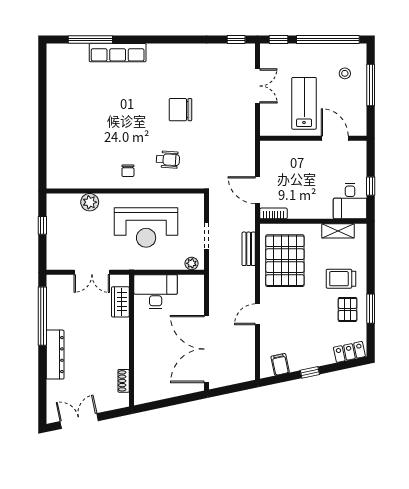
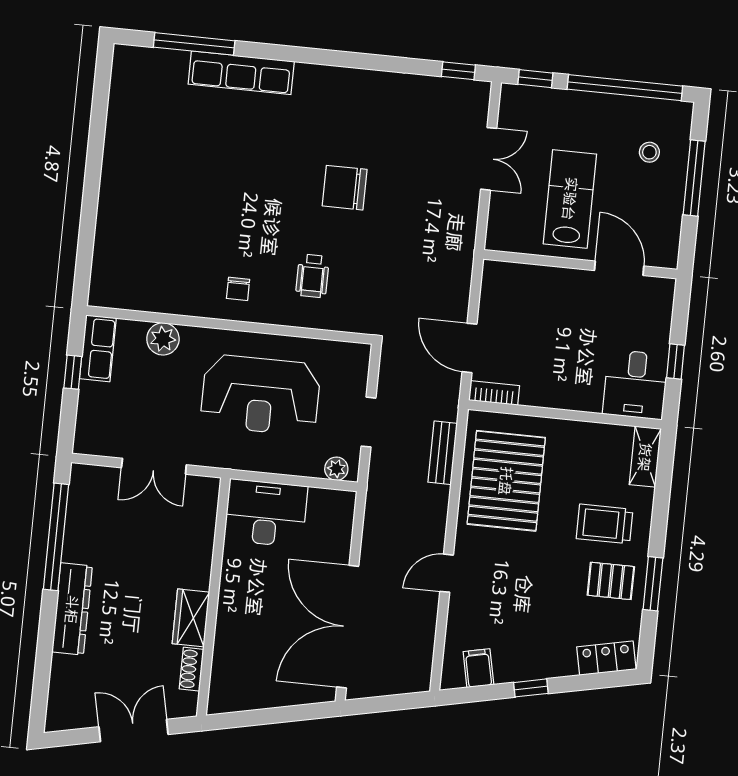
wheelchair: (168, 160) -> (313, 276), turned 86
row of seats: (55, 211) -> (98, 348), added
shelving: (338, 231) -> (645, 457), moved, turned 90
wardrobe: (120, 302) -> (191, 618), moved
pallet: (348, 309) -> (611, 581), turned 90
double door: (79, 421) -> (133, 731), moved

